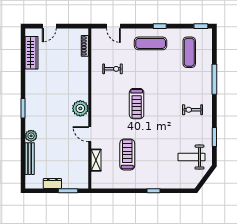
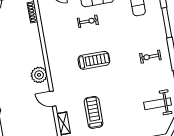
exercise bike: (112, 69) -> (88, 21), moved
treadmill: (137, 104) -> (94, 60), turned -90

